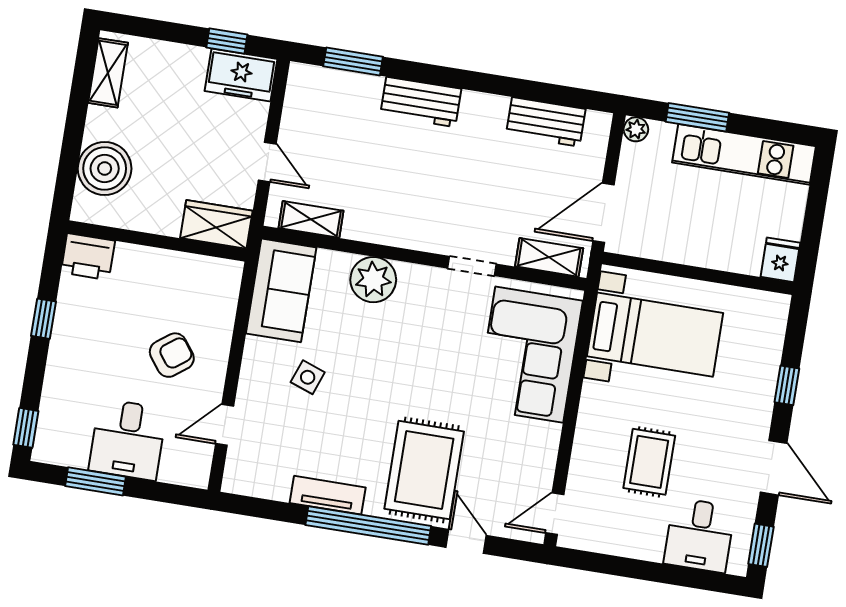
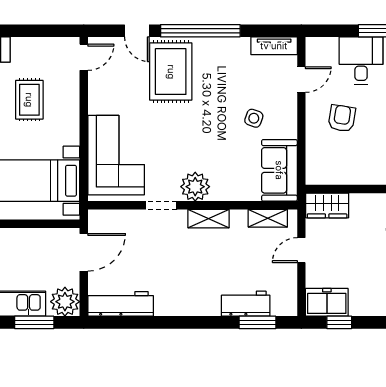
workbench: (421, 102) -> (246, 304), moved
workbench: (546, 122) -> (121, 304), width x1.37
plant: (636, 129) -> (65, 302), width x1.87, depth x1.87
door: (267, 162) -> (301, 250), hinge flipped
shelving: (549, 257) -> (208, 219), moved
plant: (373, 280) -> (195, 187), moved
armchair: (172, 355) -> (342, 118), turned 136
tv unit: (328, 495) -> (274, 46), moved

